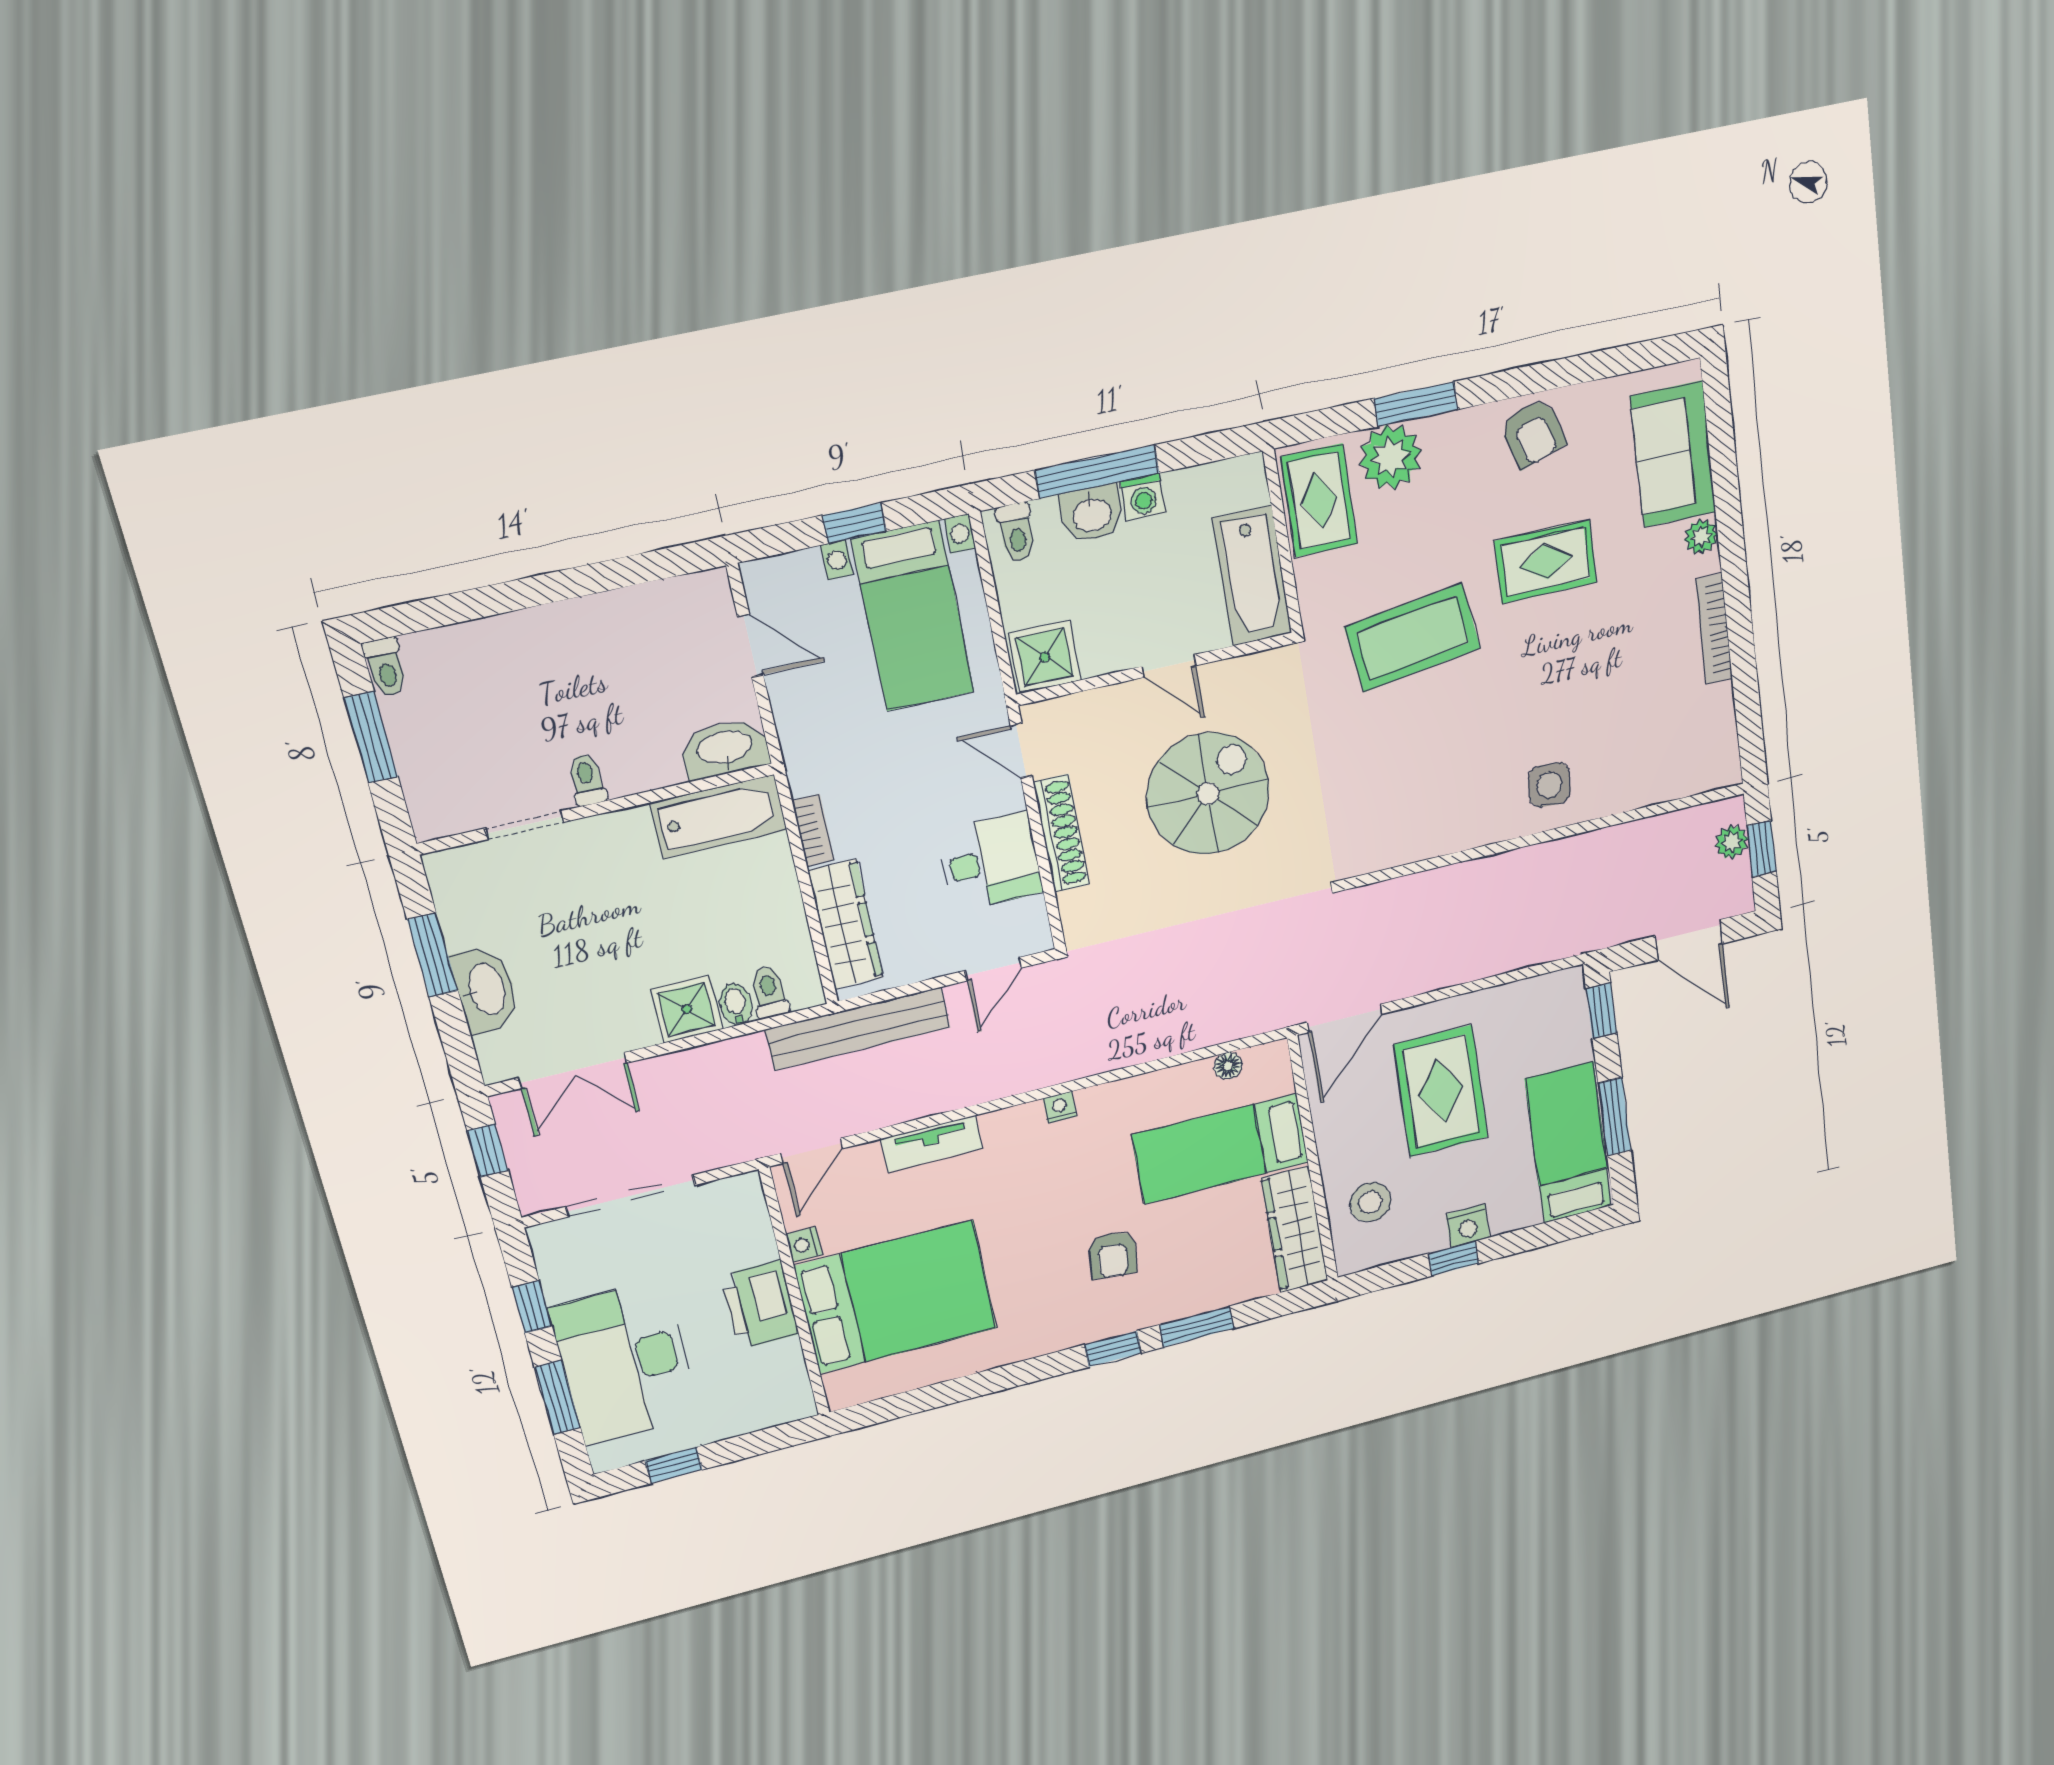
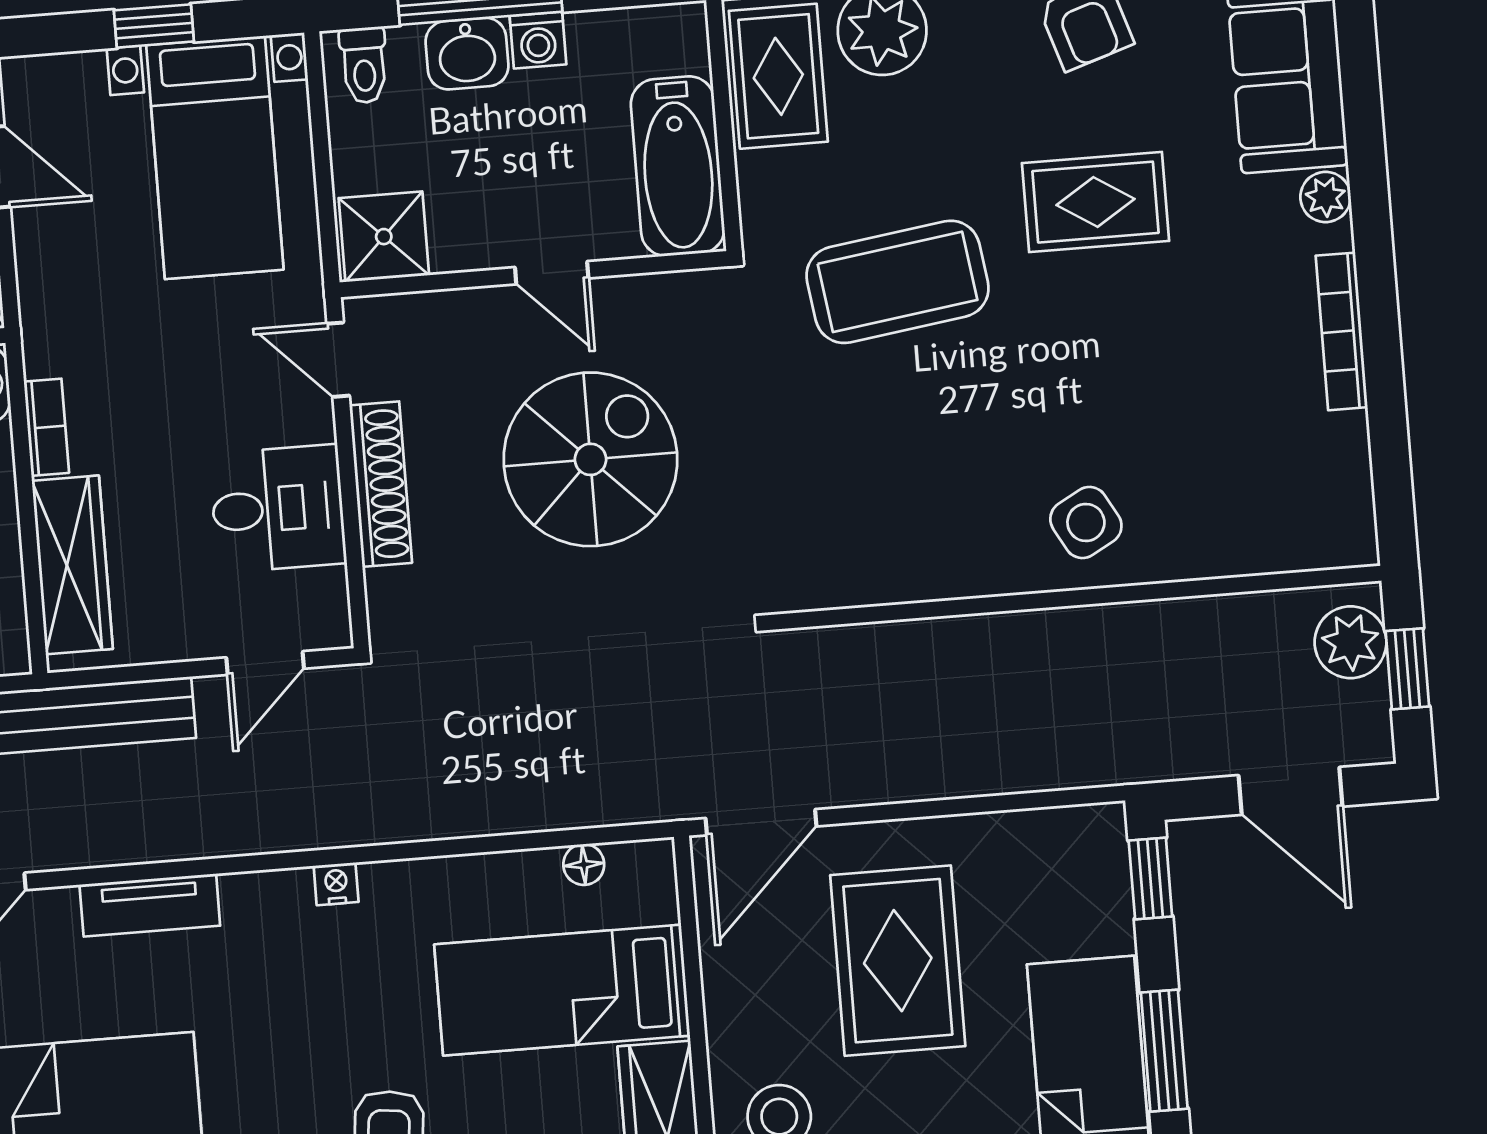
side table: (1549, 785) -> (1086, 522), turned -32
plant: (1732, 842) -> (1351, 642), width x1.38, depth x1.38

